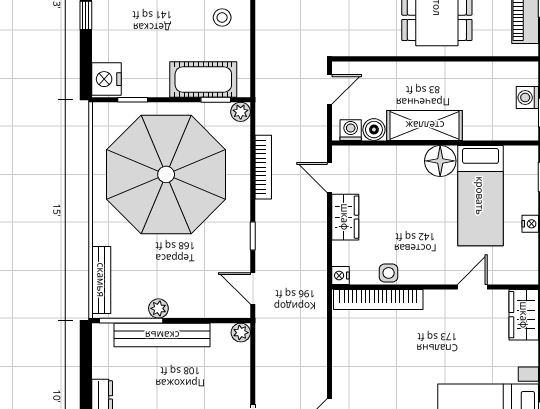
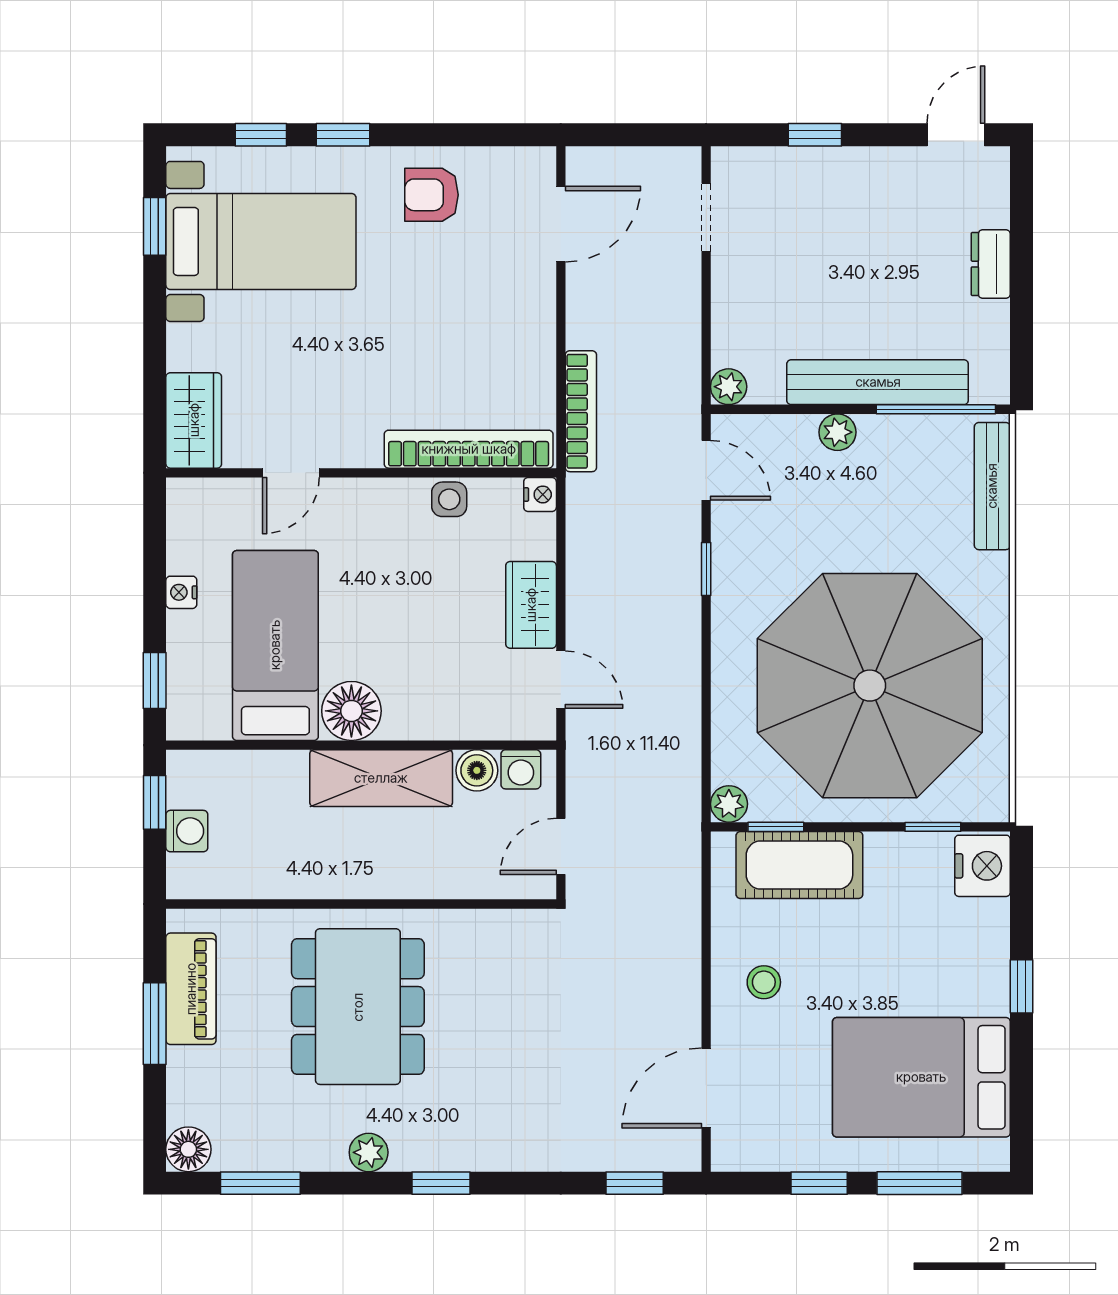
bookcase: (263, 167) -> (581, 411), moved, turned 180
plant: (158, 308) -> (837, 432), moved

